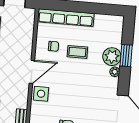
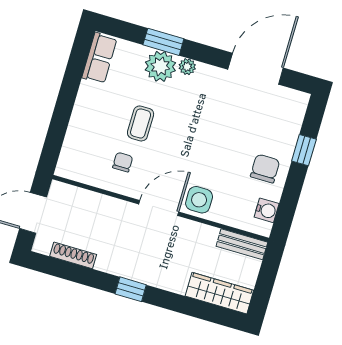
row of seats: (66, 18) -> (99, 58), moved, width x0.50
door: (32, 72) -> (159, 208), hinge flipped

